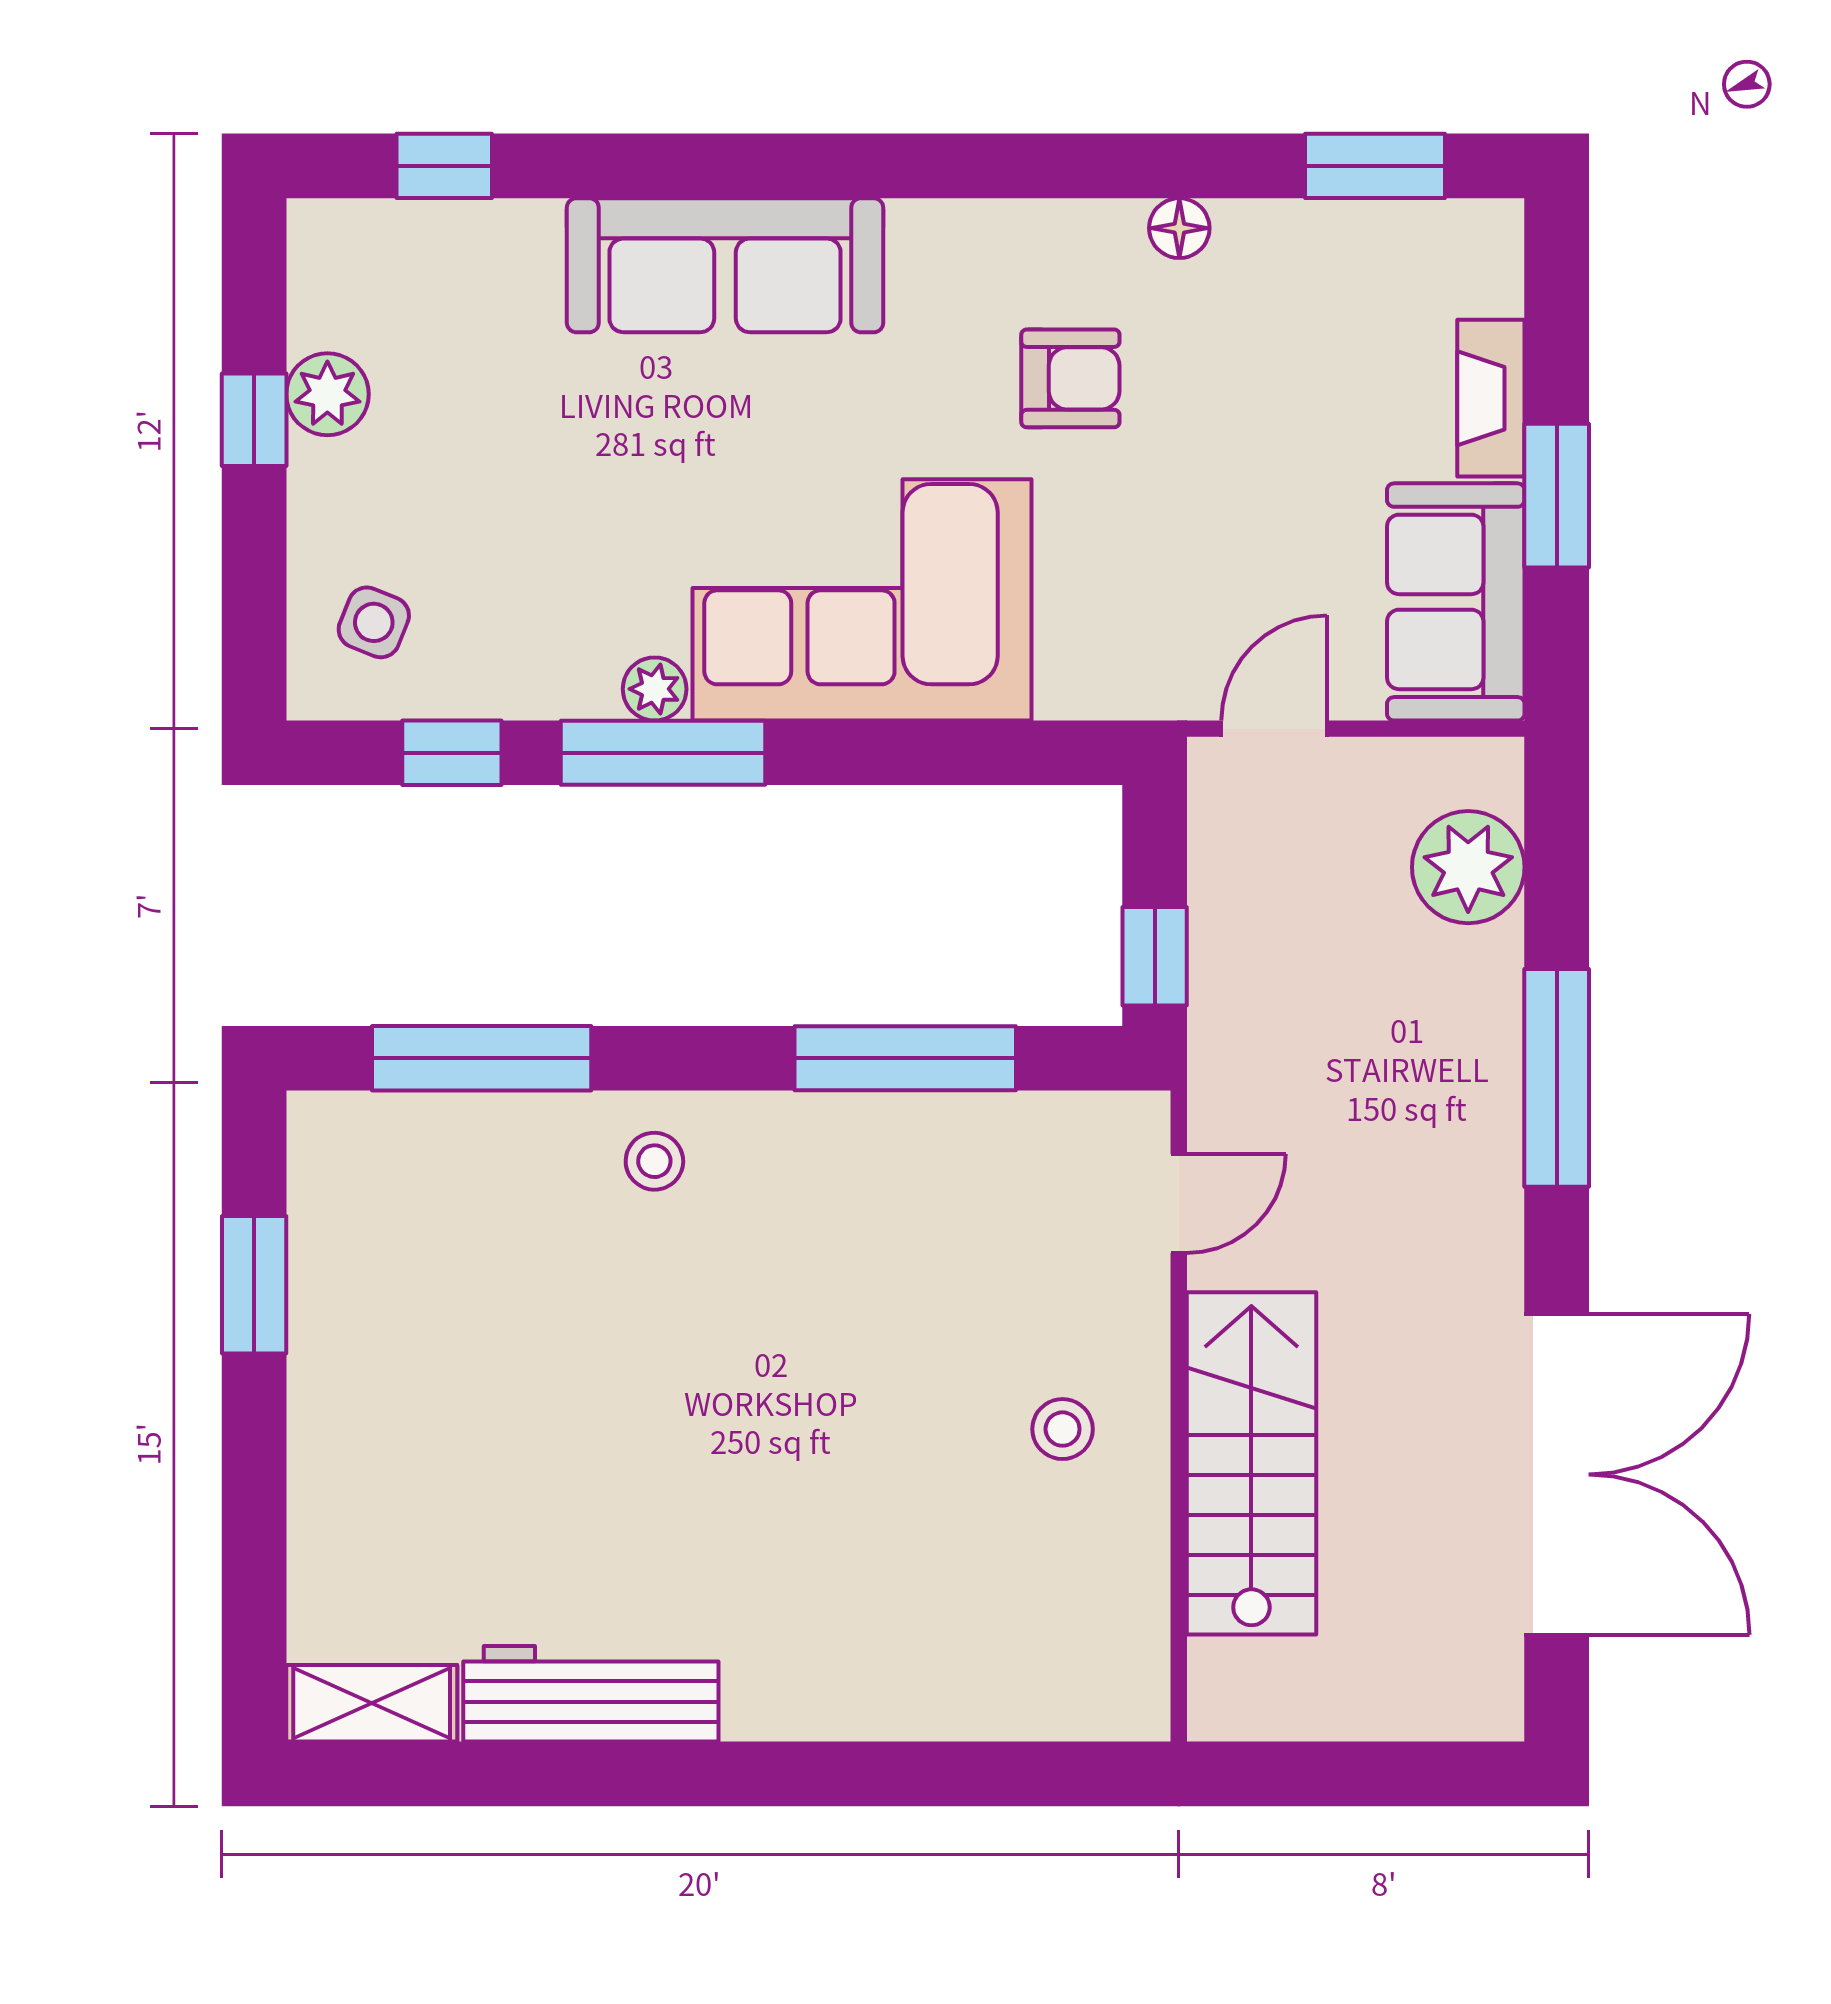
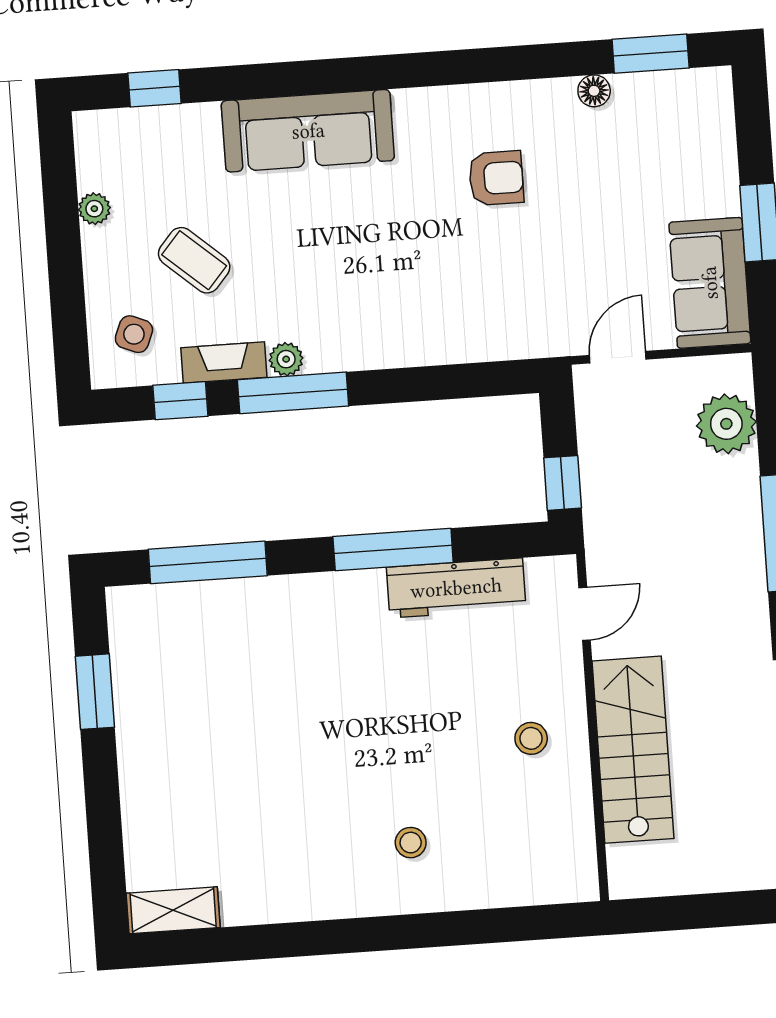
floor lamp: (1179, 228) -> (594, 91), moved
plant: (327, 394) -> (94, 209), width x0.73, depth x0.73
fireplace: (1491, 398) -> (224, 363), moved, turned 90
window: (254, 420) -> (63, 231), removed
coffee table: (496, 492) -> (194, 260), added
corner sofa: (862, 600) -> (393, 304), removed
window: (905, 1058) -> (393, 549), moved
stool: (654, 1161) -> (411, 843), moved
workbench: (591, 1694) -> (456, 588), moved, turned 180

